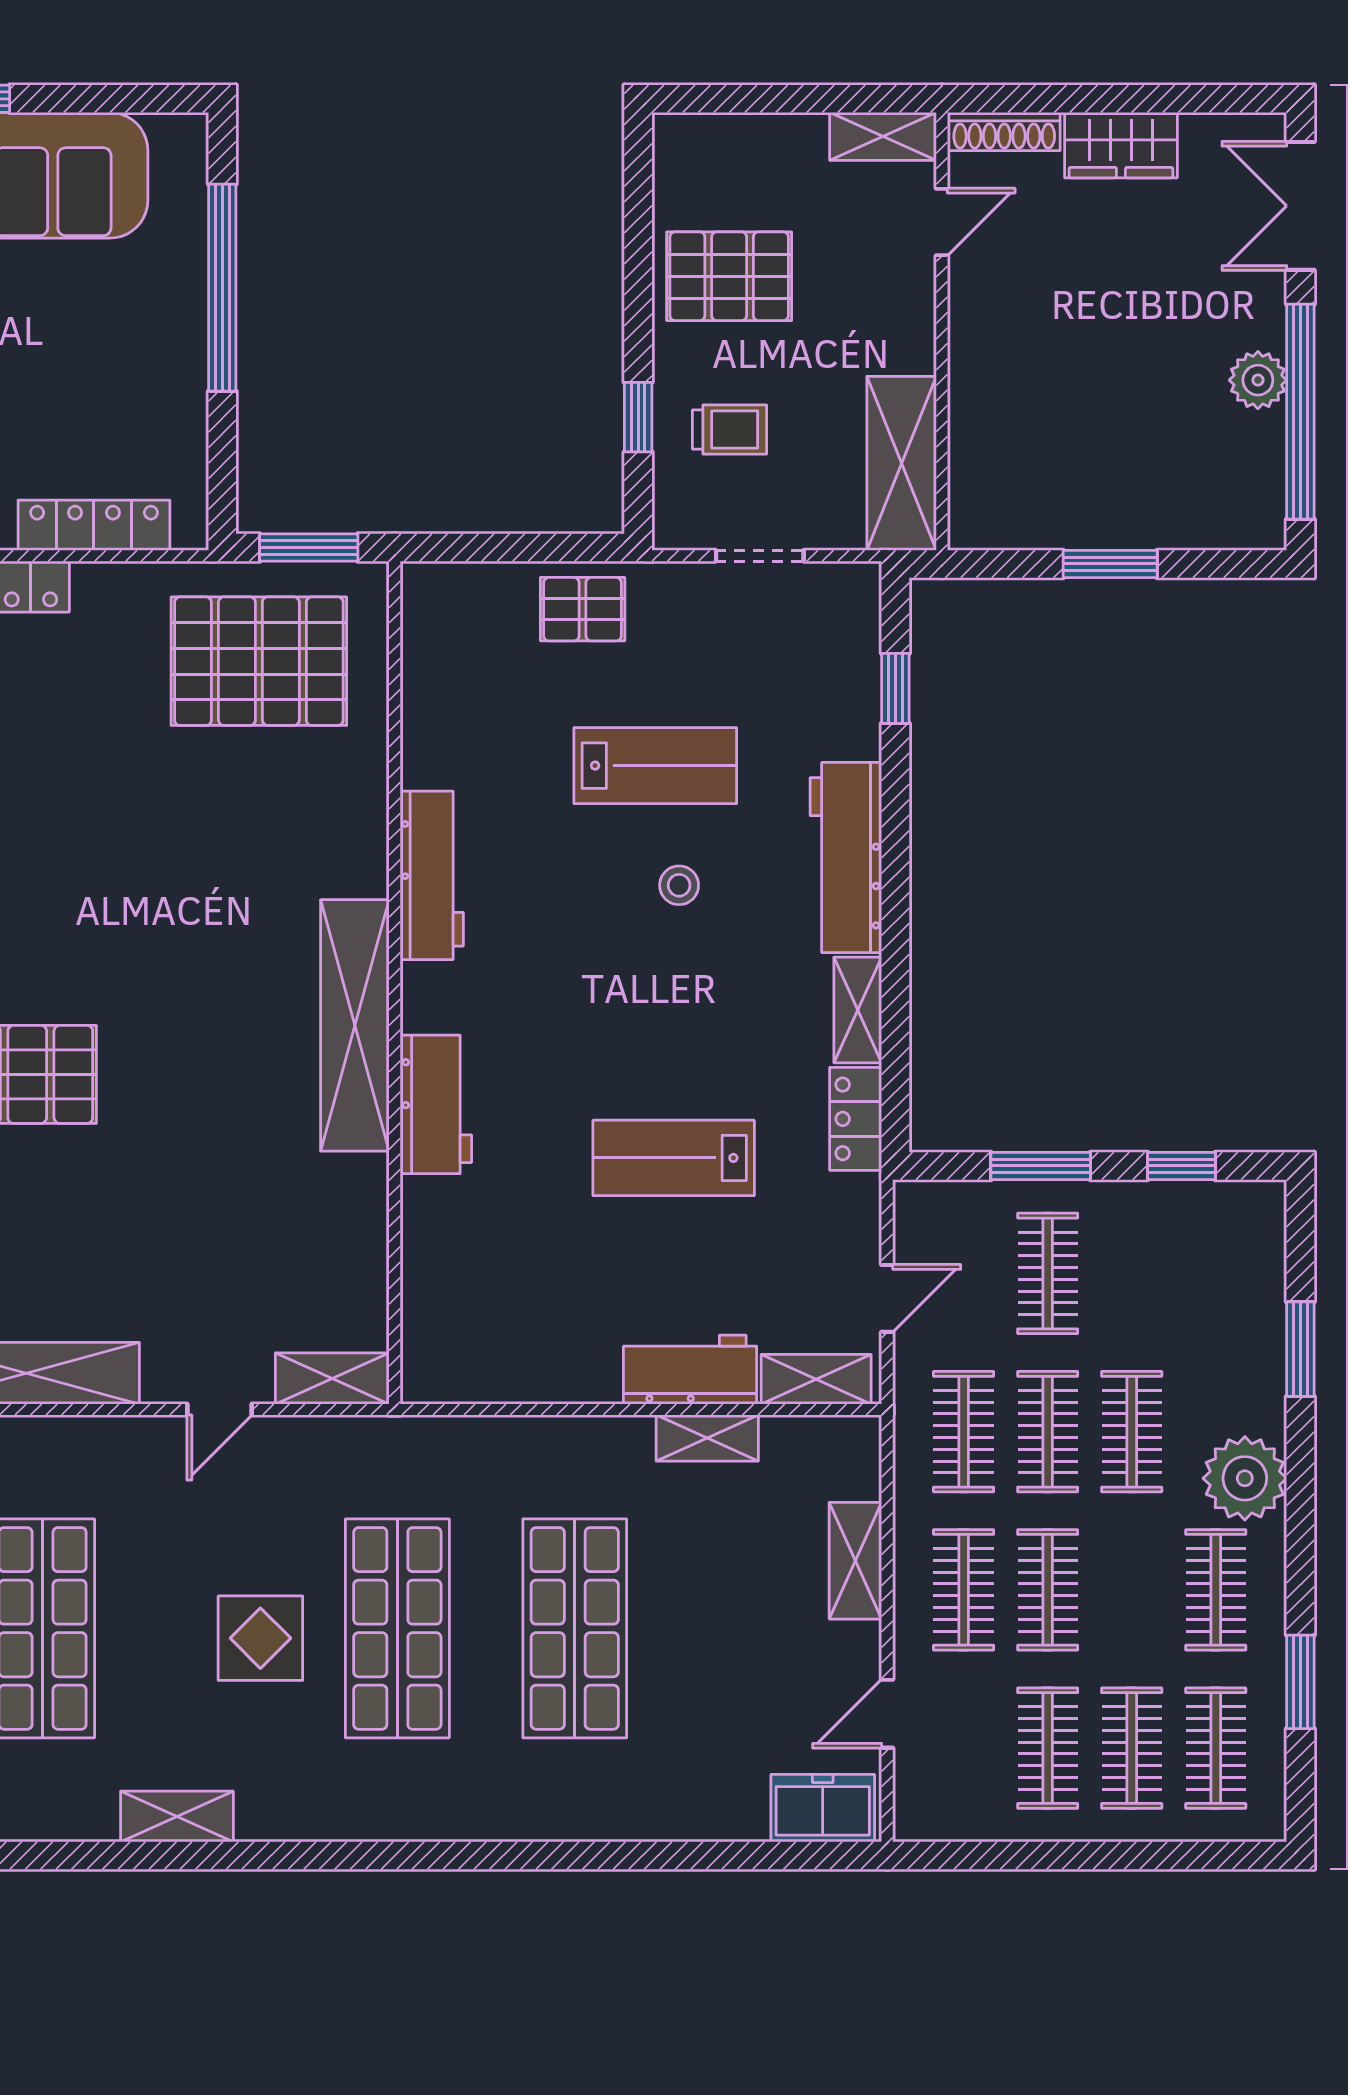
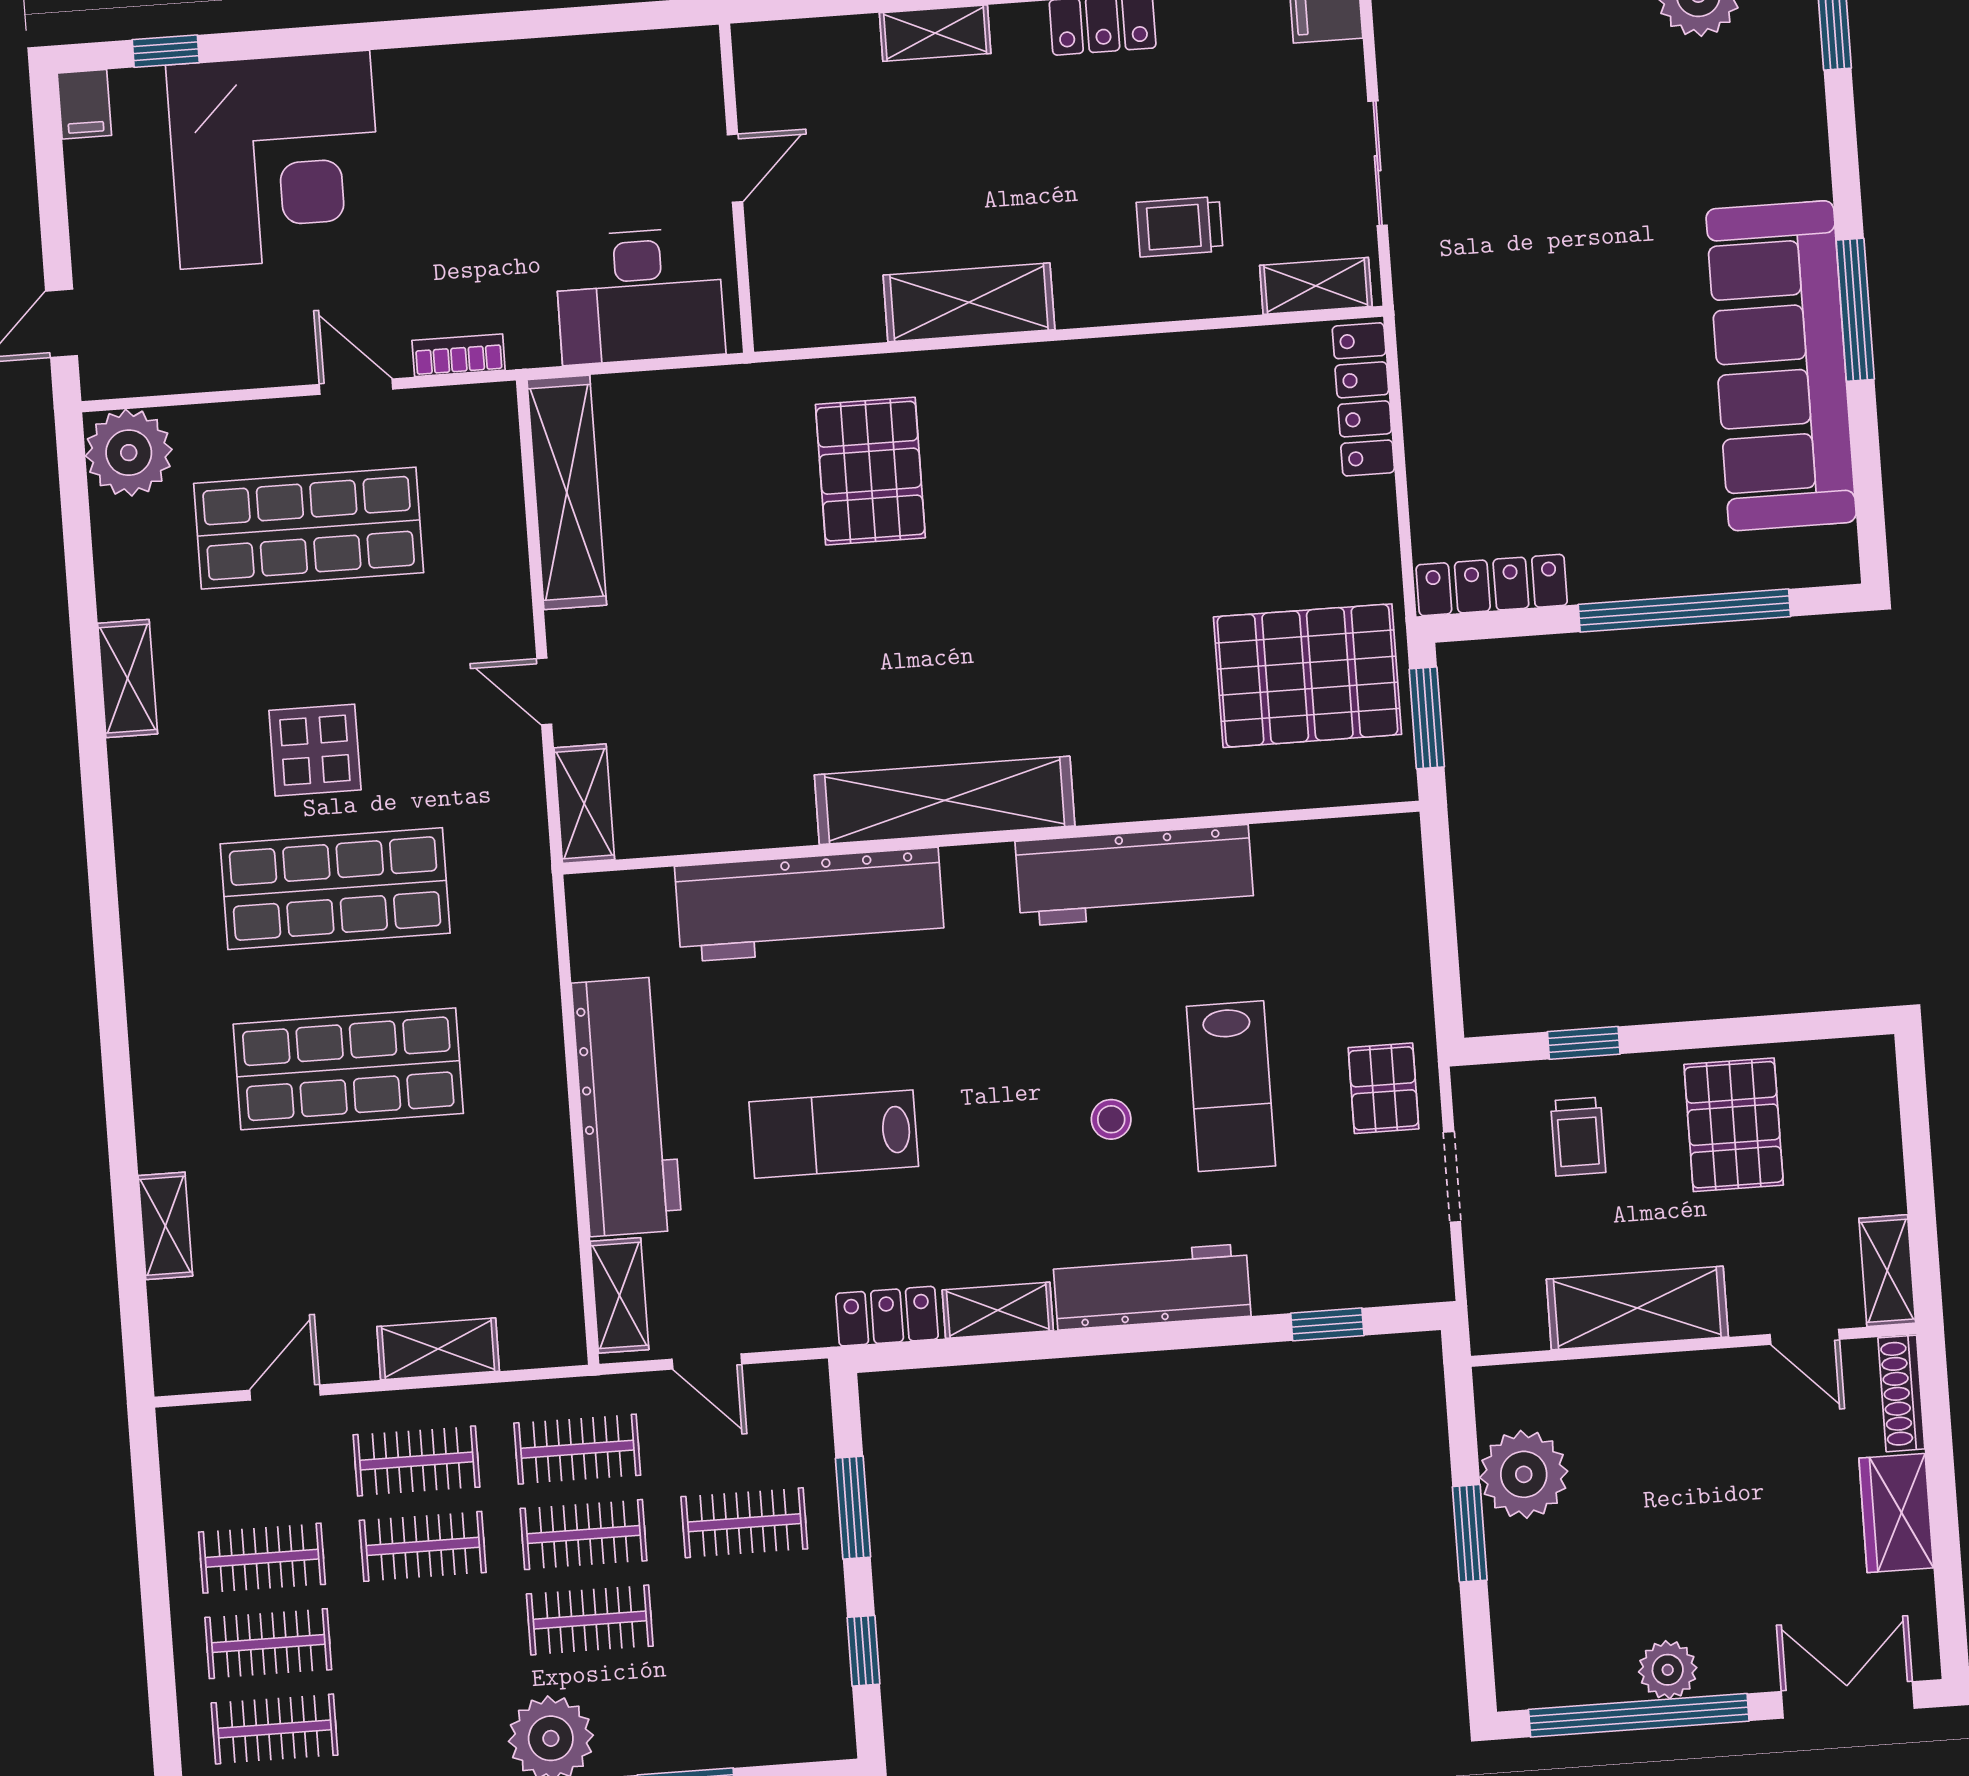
shelving: (902, 463) -> (1637, 1308), moved
plant: (1056, 507) -> (1524, 1474), added
locker: (94, 525) -> (1492, 585), moved, turned -90
pallet: (583, 609) -> (1384, 1088), moved
pallet: (259, 661) -> (1307, 676), turned 90
workbench: (432, 875) -> (1135, 875), width x1.36, depth x1.32
workbench: (436, 1104) -> (810, 905), width x1.88, depth x1.32
lab bench: (674, 1158) -> (834, 1134), turned -90
workbench: (690, 1370) -> (627, 1107), width x1.88, depth x1.32
shelving: (707, 1438) -> (165, 1226), moved
clothes rail: (1216, 1590) -> (435, 1717), removed
door: (887, 1714) -> (285, 1393), hinge flipped
freezer: (823, 1808) -> (184, 1334), removed

